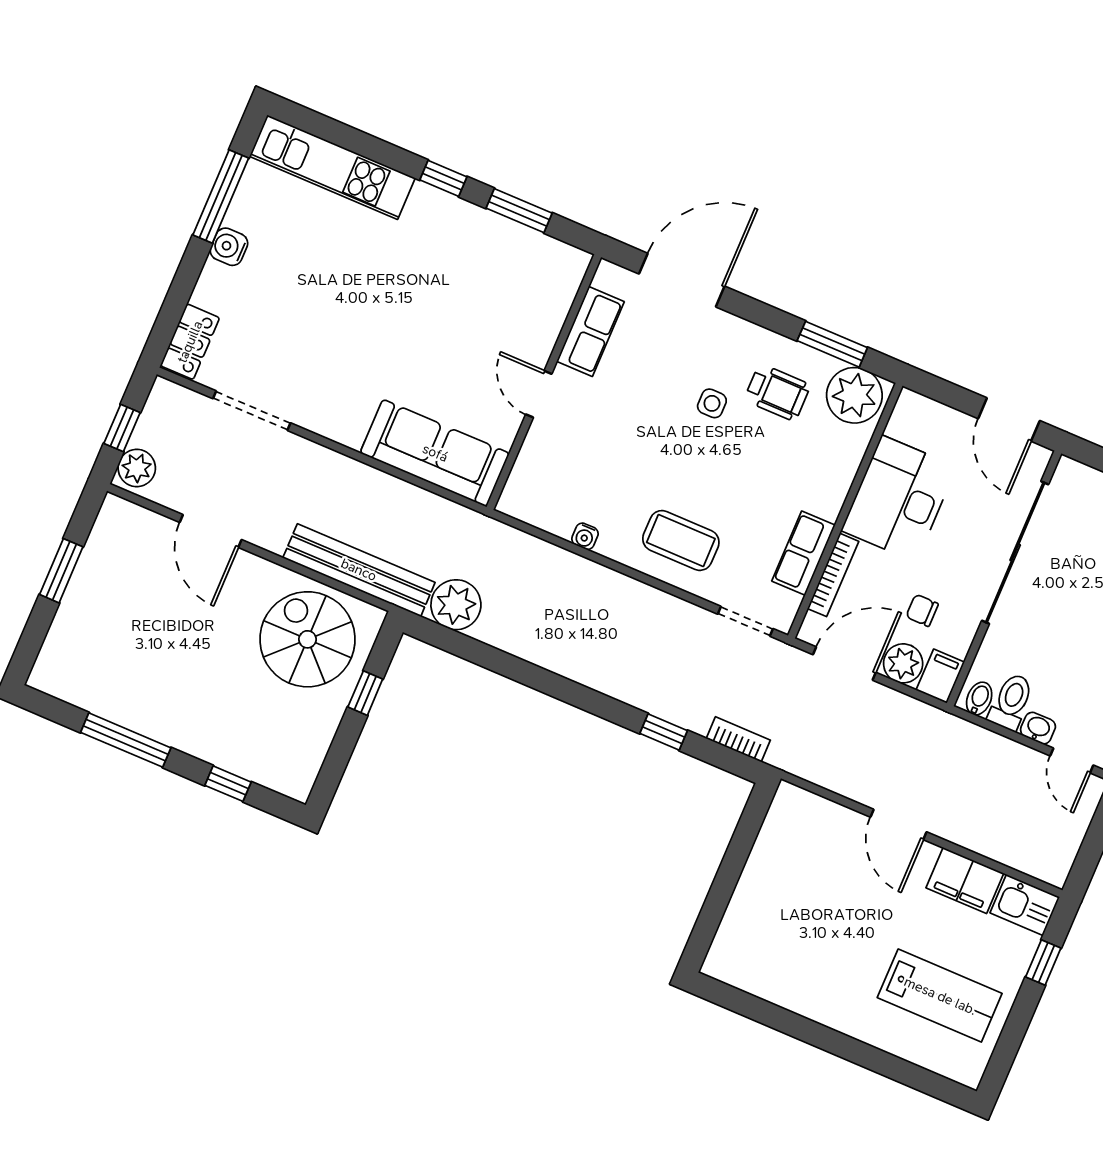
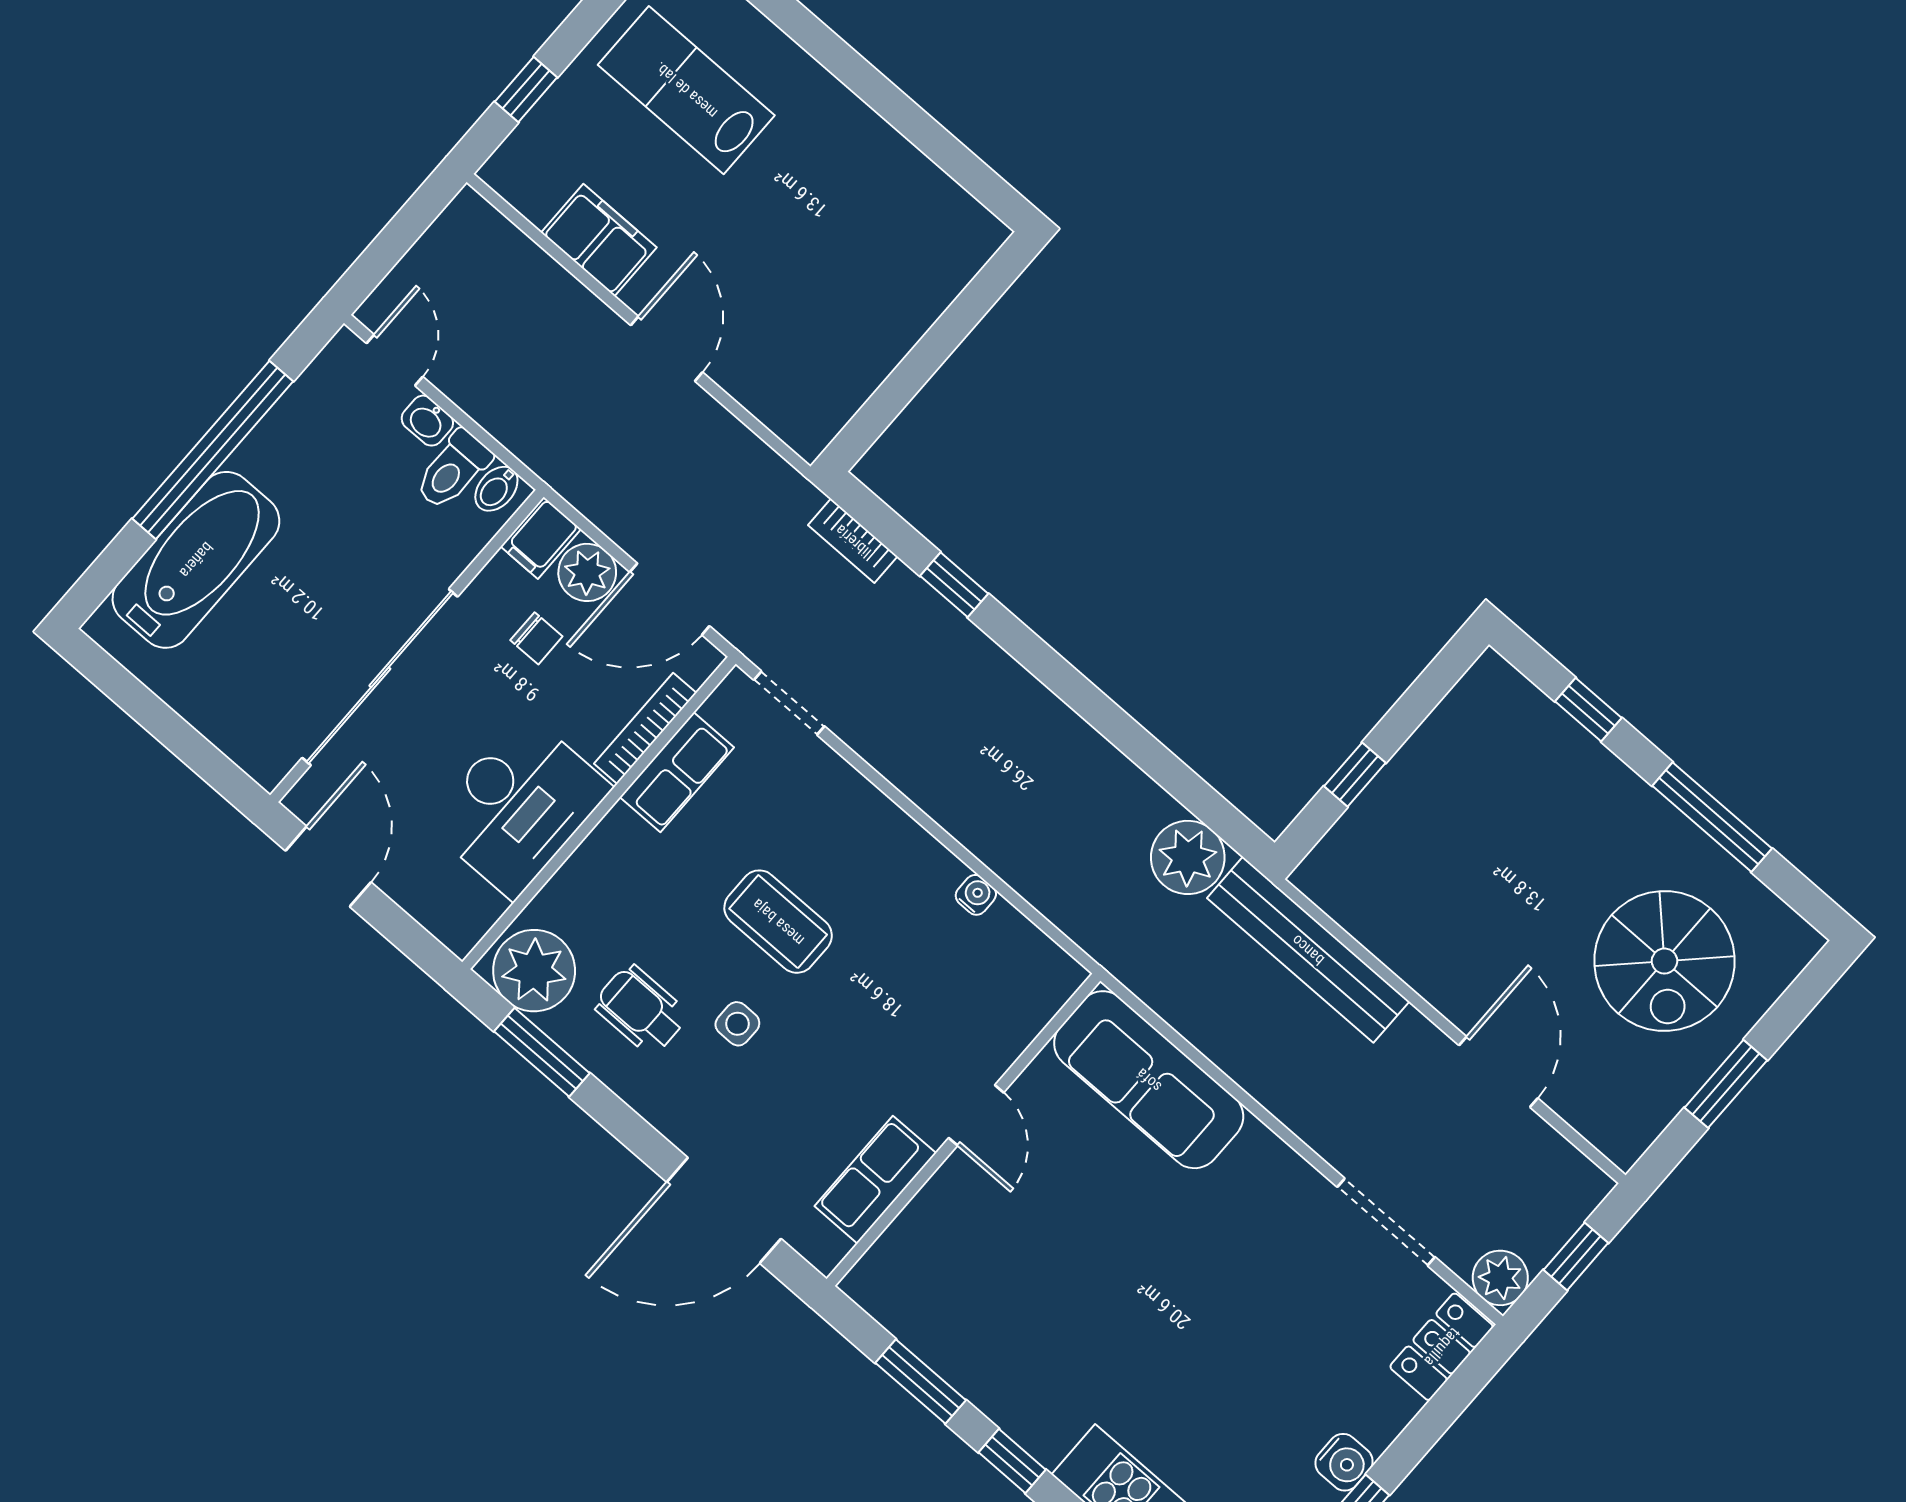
plant: (137, 468) -> (1500, 1278), moved
coffee table: (681, 540) -> (778, 922), moved
spiral stairs: (308, 639) -> (1664, 961), moved
kitchen sink: (1025, 905) -> (526, 179), removed

